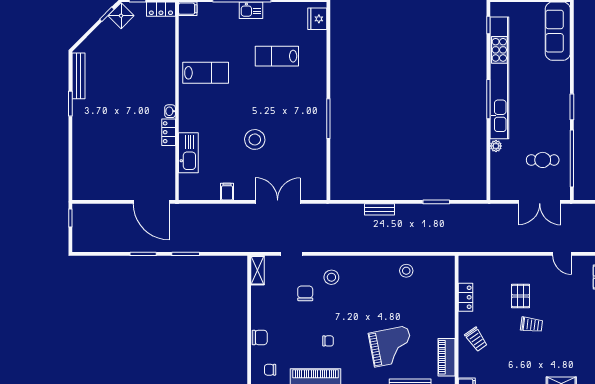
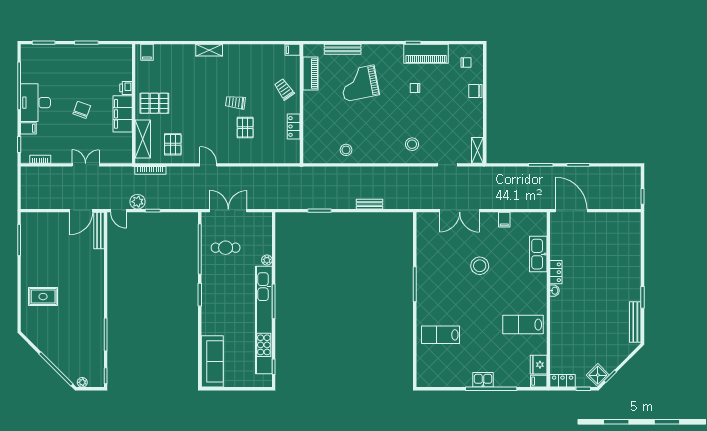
fridge: (317, 19) -> (539, 365), moved, turned 180
lab bench: (277, 56) -> (441, 335), moved, turned 180
chair: (305, 293) -> (435, 130), removed

